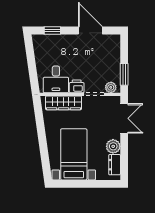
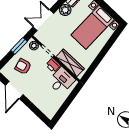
window: (52, 31) -> (36, 111), removed
armchair: (103, 59) -> (23, 66), added

